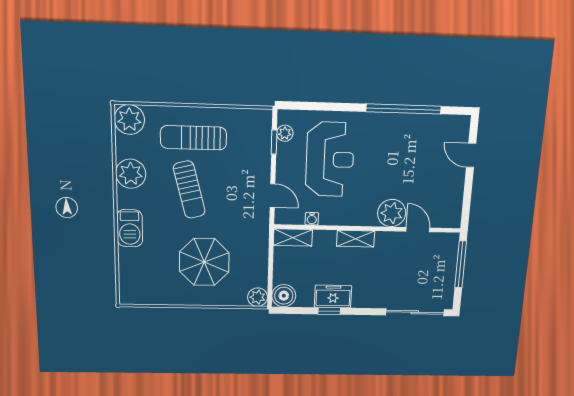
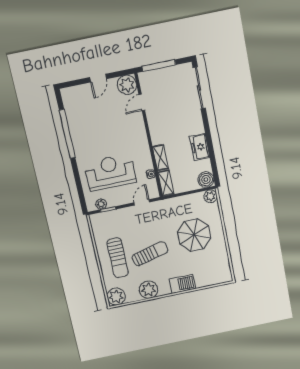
door: (471, 155) -> (98, 78), moved
plant: (392, 213) -> (127, 85), moved
shelving: (356, 239) -> (160, 158), moved
window: (329, 311) -> (210, 147), removed

